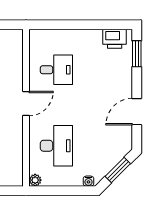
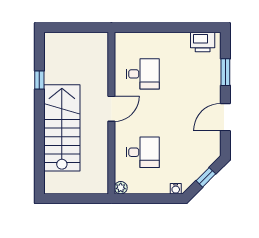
window: (137, 54) -> (225, 72), moved
desk: (56, 146) -> (143, 152), width x0.73
window: (118, 170) -> (206, 177), width x0.67

